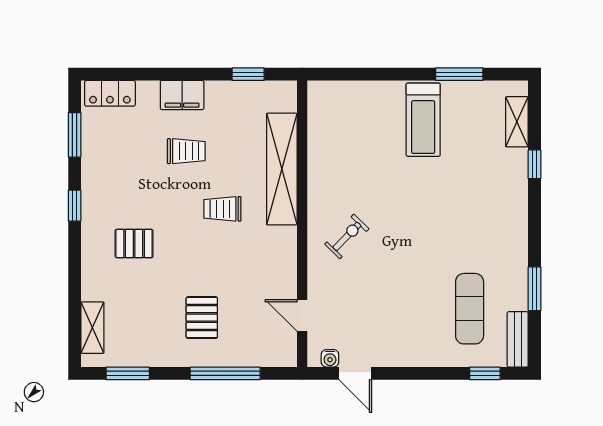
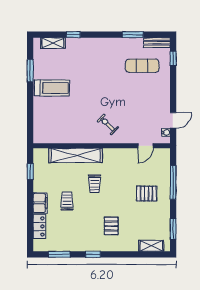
locker: (110, 93) -> (39, 226), moved

